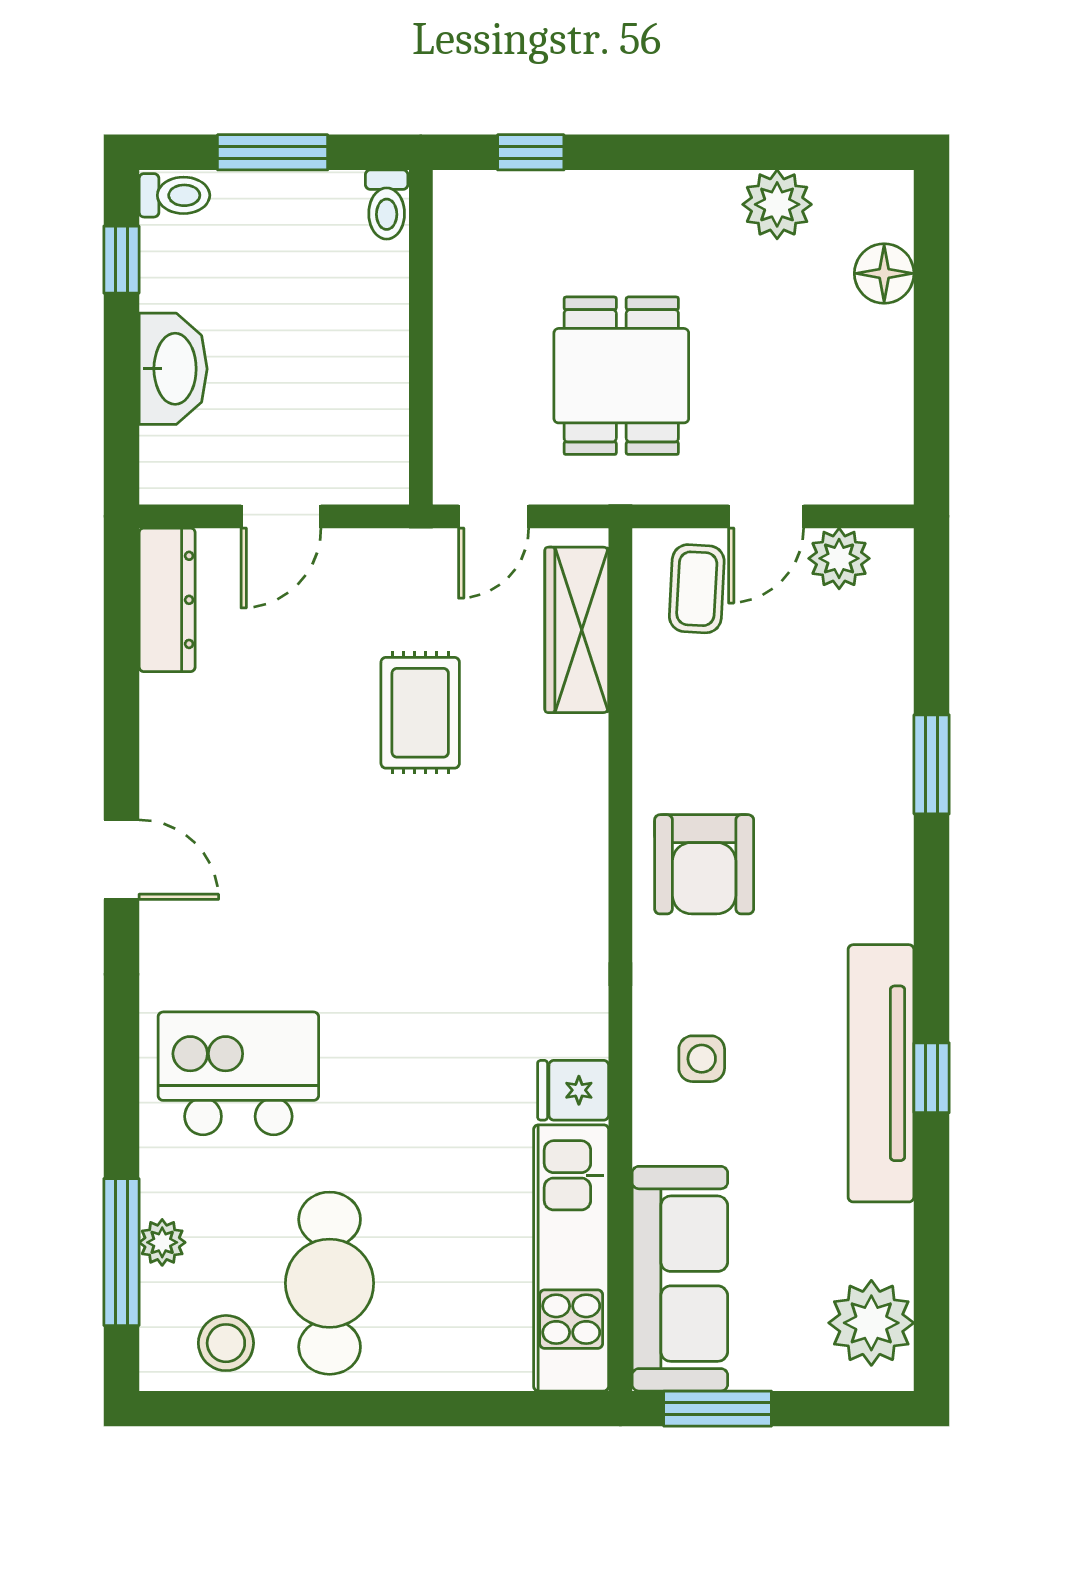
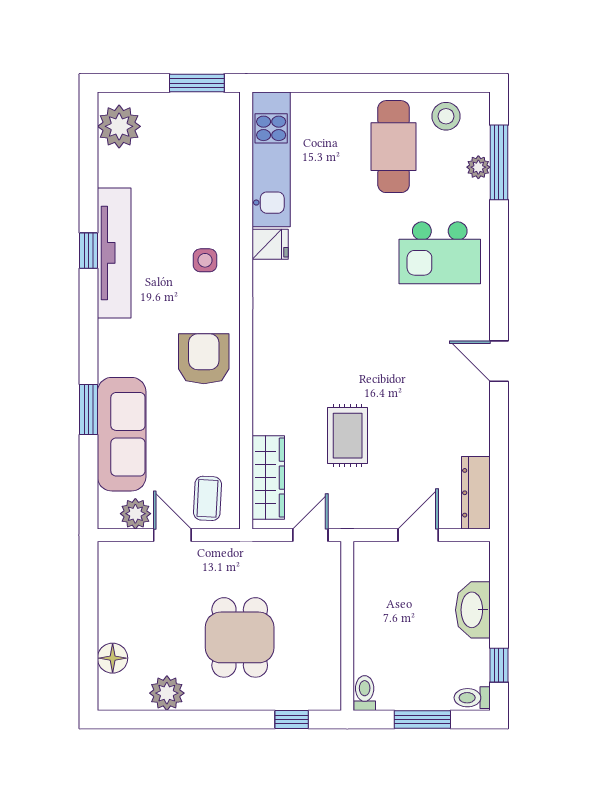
dining table: (621, 376) -> (240, 637), moved
door: (766, 516) -> (172, 535), hinge flipped
sofa: (680, 1279) -> (122, 434), moved, turned 180

